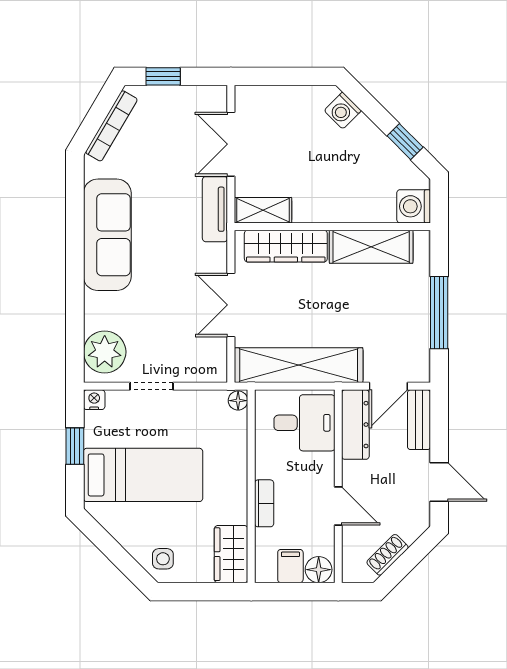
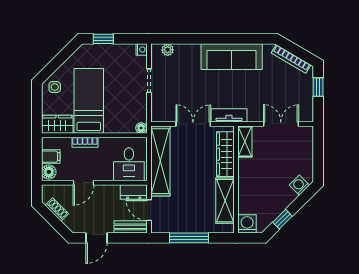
tv unit: (215, 209) -> (229, 115), moved
plant: (105, 352) -> (168, 50), width x0.53, depth x0.53
dresser: (355, 425) -> (134, 192), width x0.70
window: (75, 446) -> (103, 39), moved
bed: (143, 475) -> (89, 101), moved, turned 180

